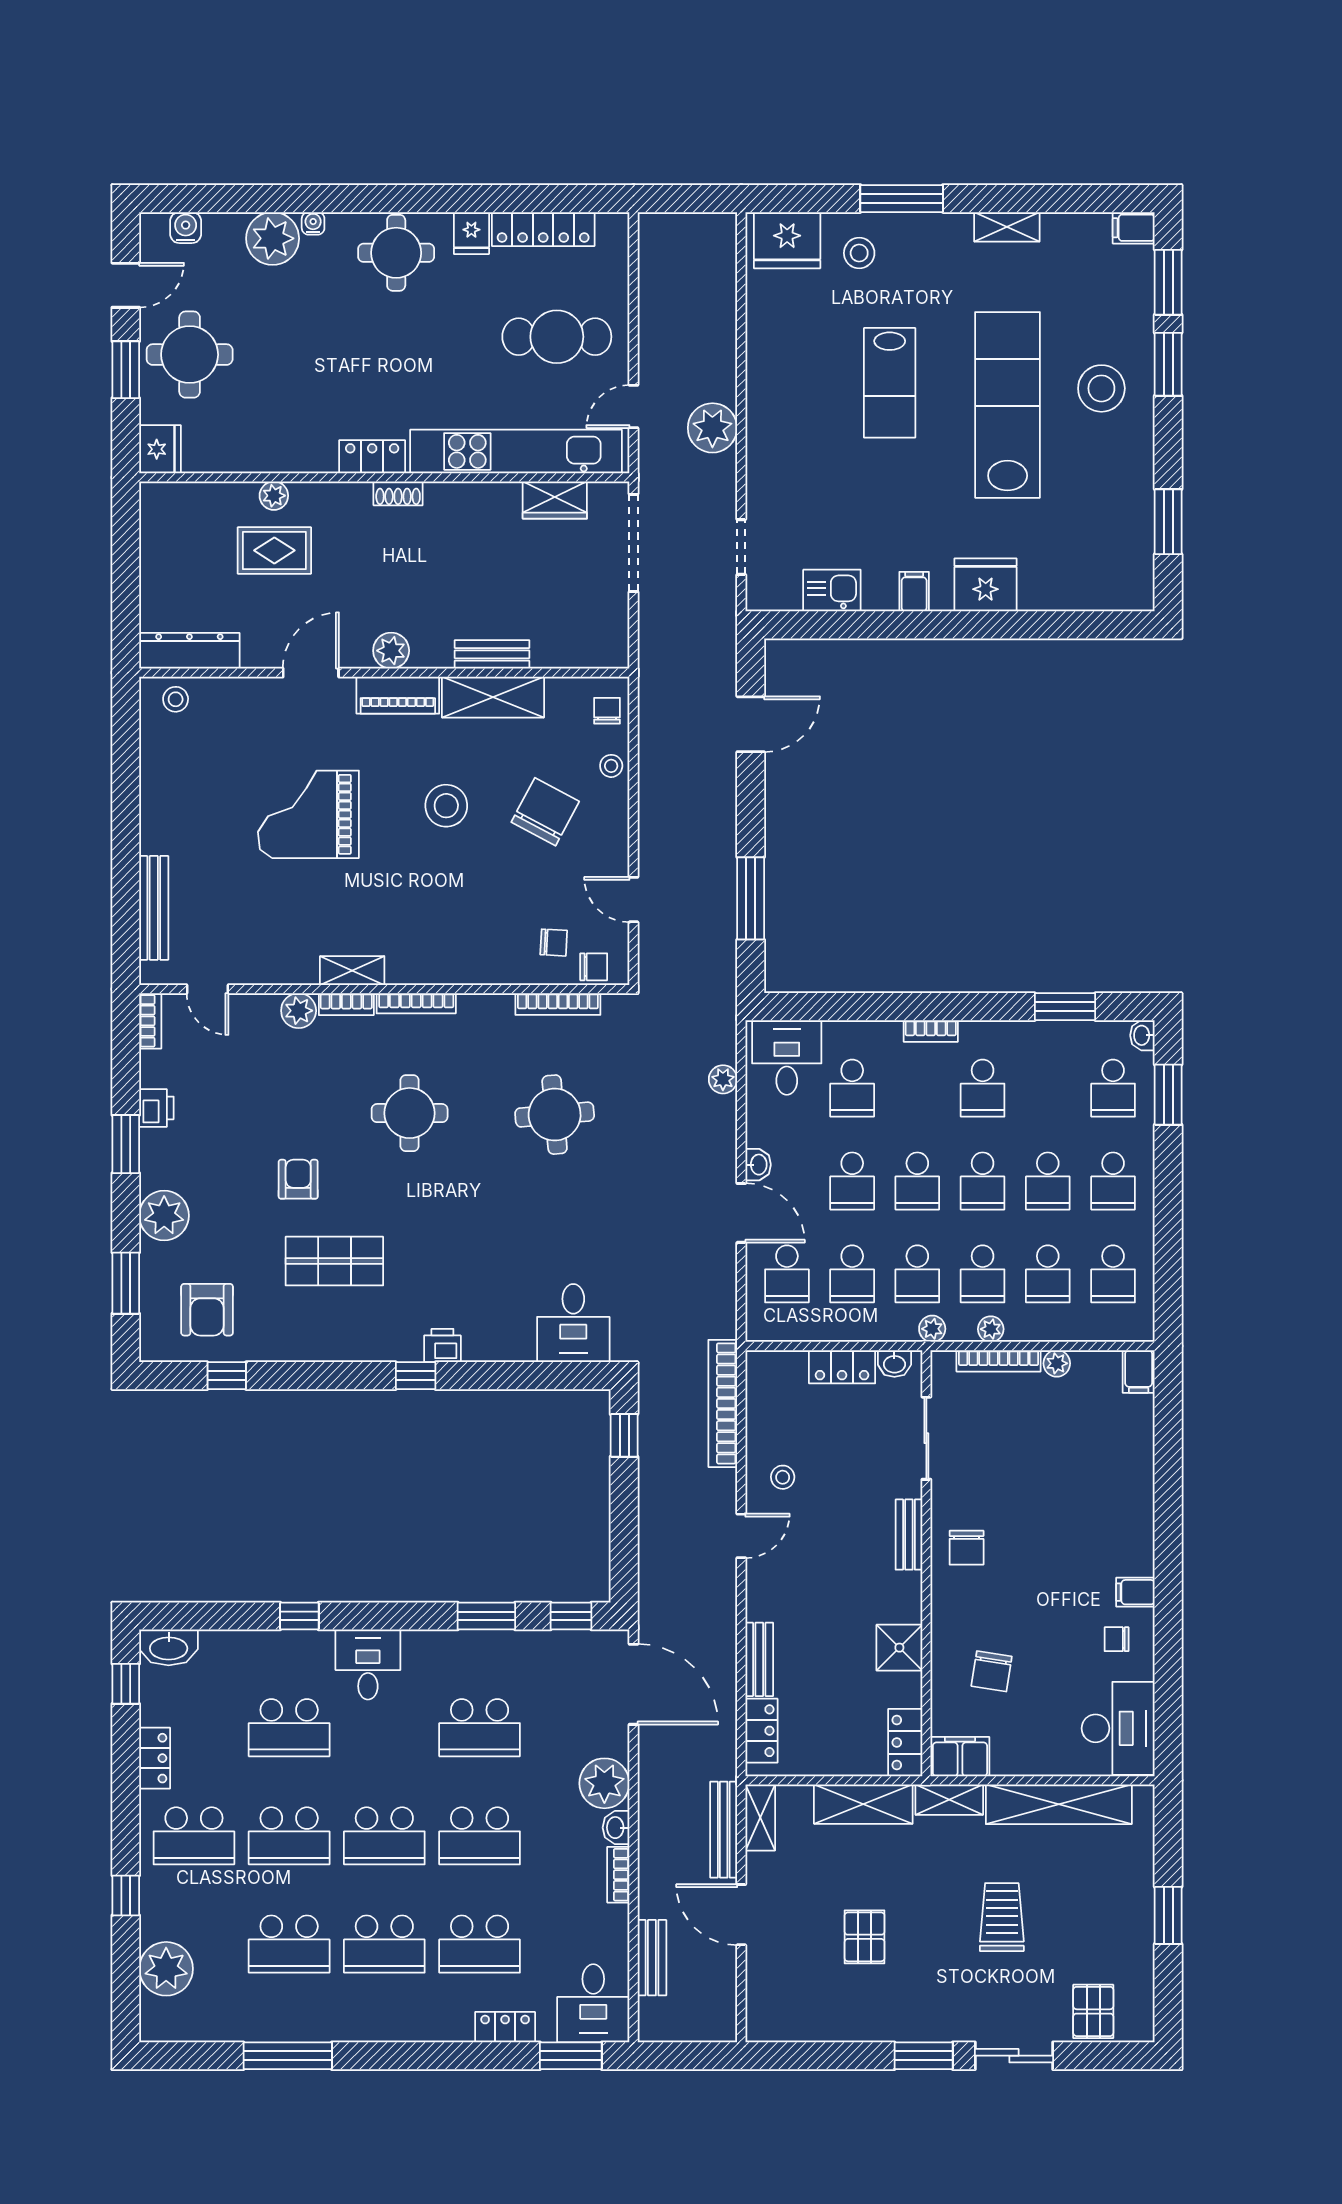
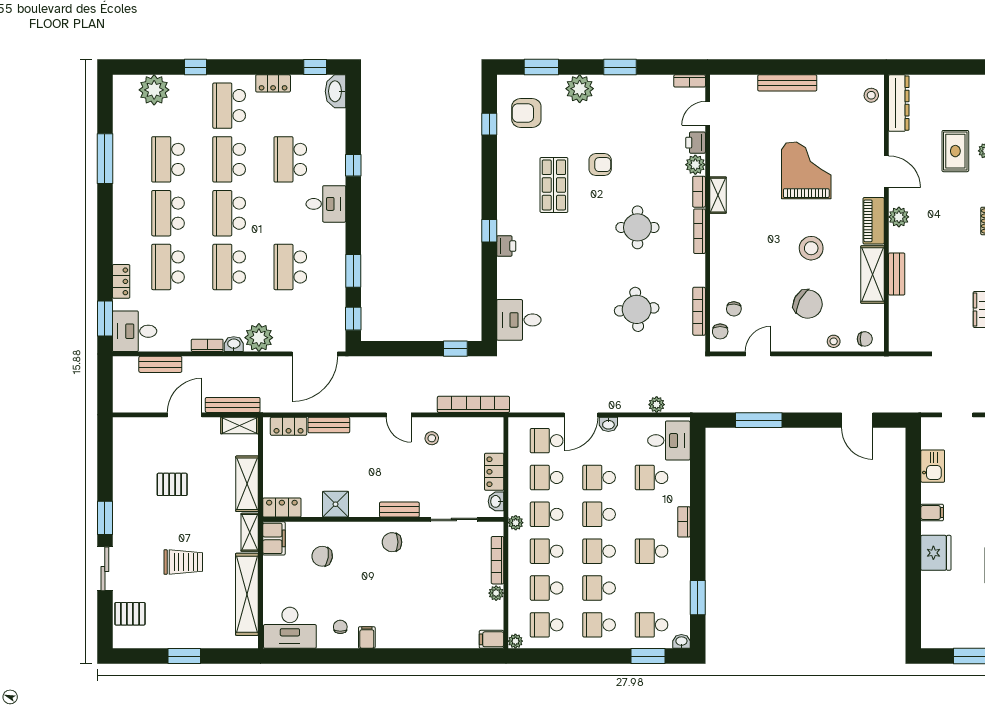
bench: (154, 908) -> (787, 83), moved
printer: (156, 1108) -> (696, 143), moved, turned 90
plant: (991, 1329) -> (515, 641), moved

